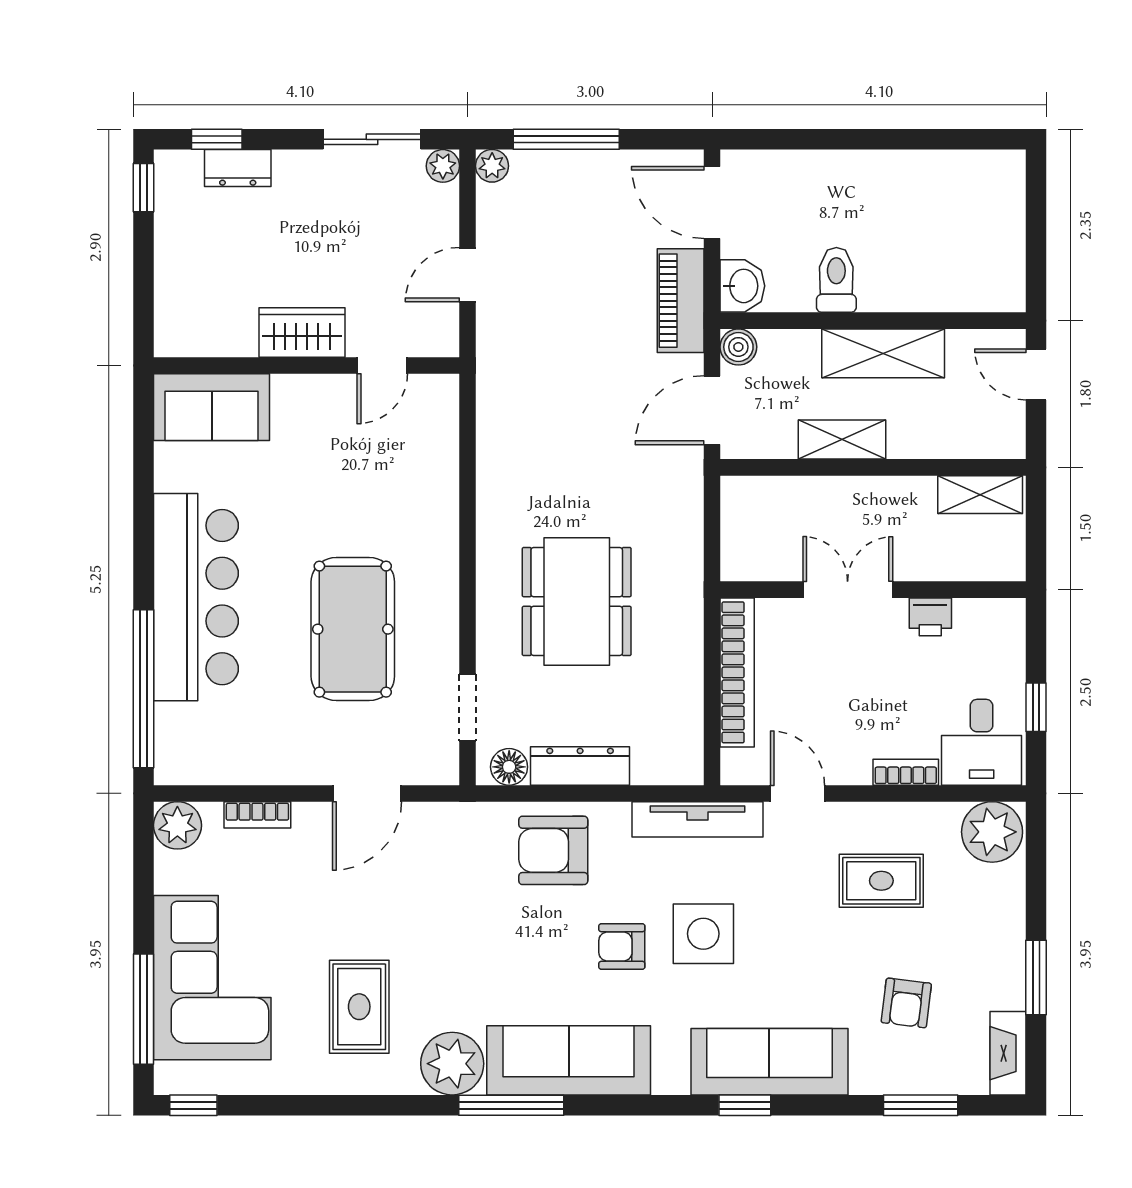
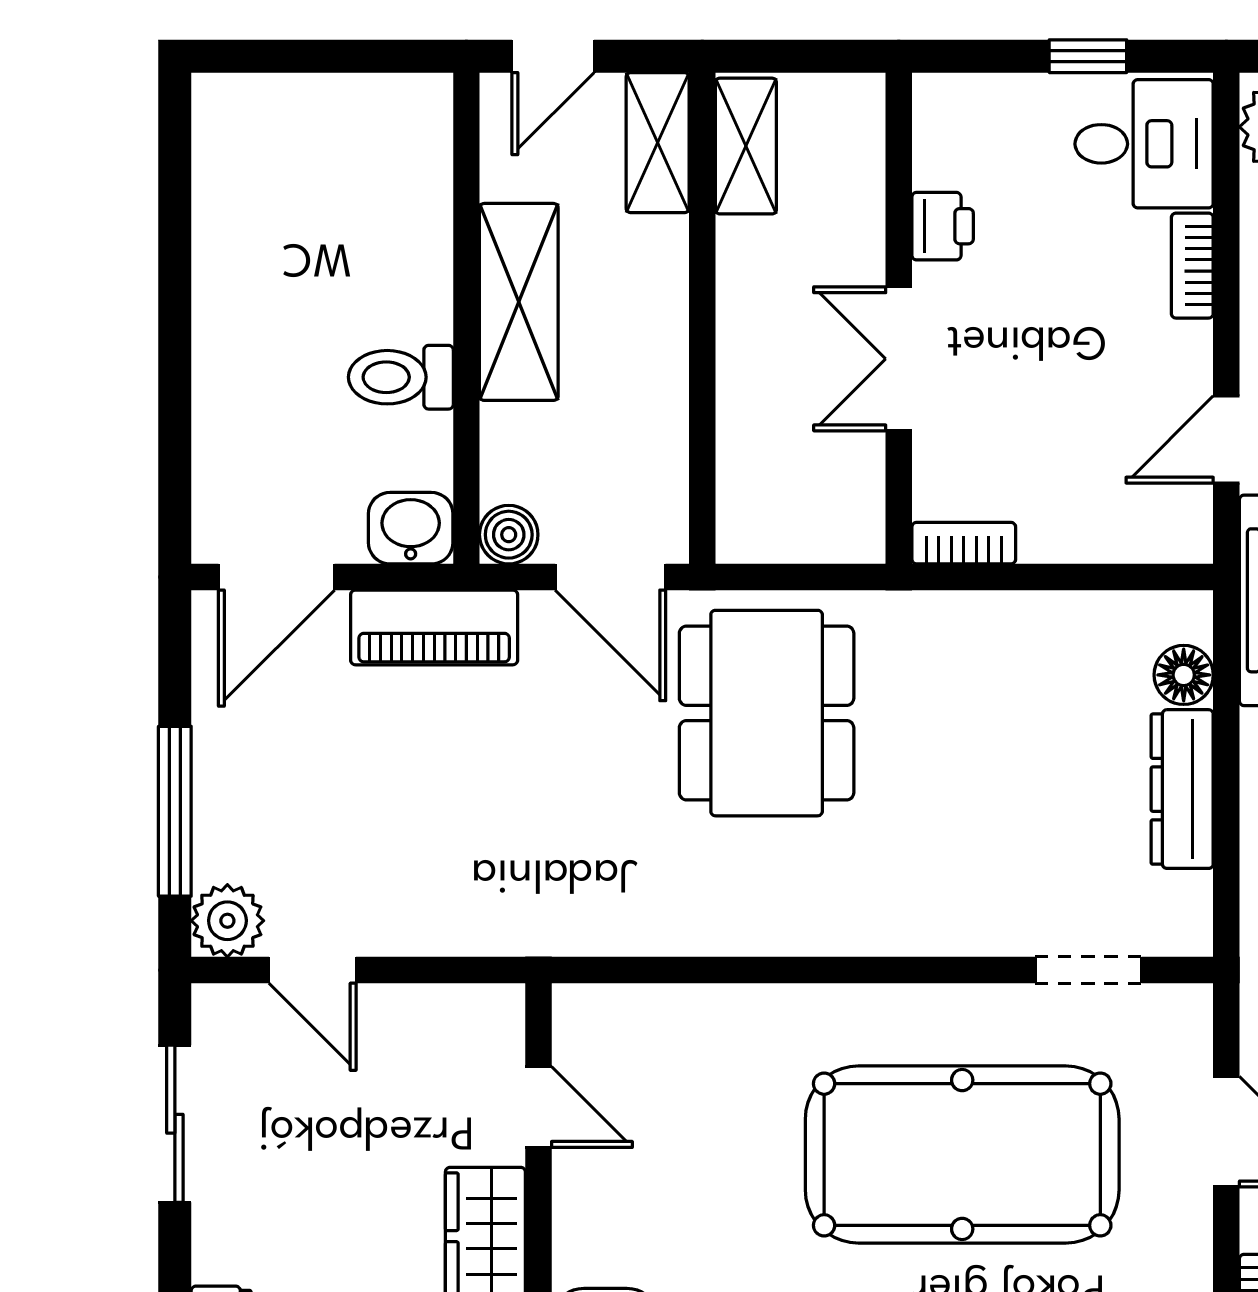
plant: (443, 166) -> (218, 1010), removed
plant: (492, 166) -> (227, 921), width x1.38, depth x1.38
door: (467, 275) -> (312, 970), moved
shelving: (842, 440) -> (658, 143), moved
dining table: (577, 602) -> (767, 713), moved, turned 90
pool table: (353, 629) -> (962, 1154), width x1.36, depth x1.32
bookcase: (737, 672) -> (964, 543), width x0.43, depth x0.76
floor lamp: (509, 767) -> (1184, 675), moved

